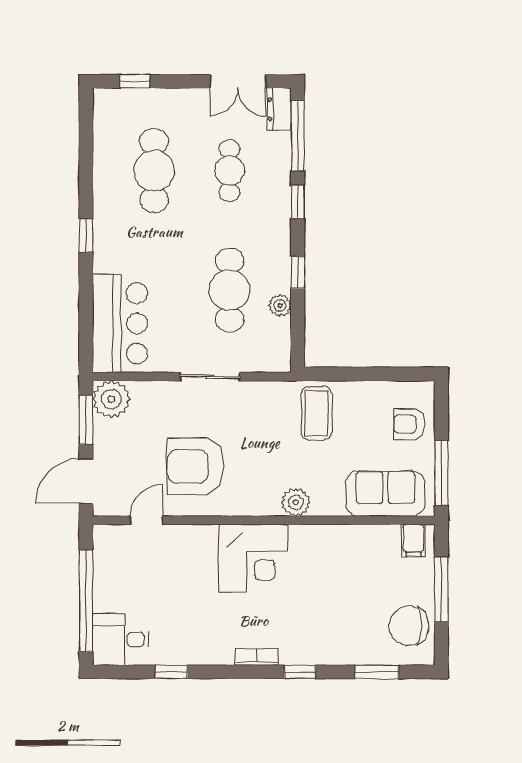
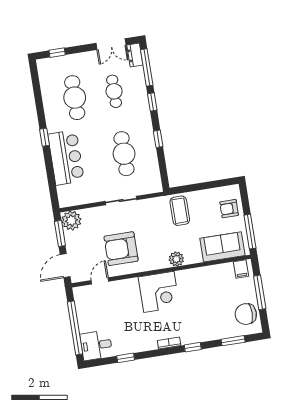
plant: (280, 305) -> (152, 157), removed
bar counter: (120, 323) -> (66, 158), moved

